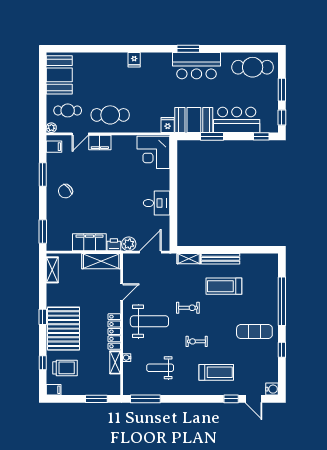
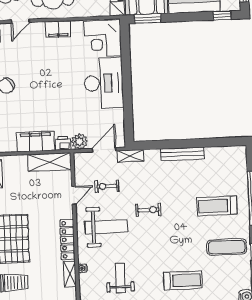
window: (212, 136) -> (148, 19), moved
filing cabinet: (100, 142) -> (58, 29), moved
desk: (157, 203) -> (104, 83), width x1.87, depth x1.30
shelving: (189, 259) -> (130, 156), moved
treadmill: (224, 286) -> (217, 206), moved
exercise mat: (254, 332) -> (227, 247), moved
exercise bike: (197, 341) -> (107, 186), moved
weight bench: (160, 368) -> (120, 278), turned 90

